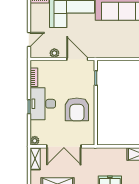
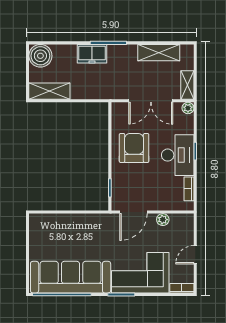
door: (29, 39) -> (195, 255), moved
door: (77, 59) -> (133, 212), hinge flipped
double door: (64, 146) -> (151, 101), swing flipped

